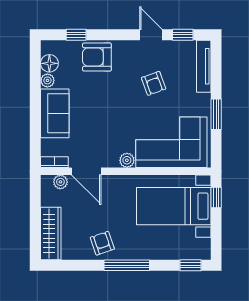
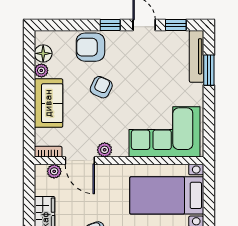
window: (76, 35) -> (110, 25), moved
armchair: (154, 83) -> (101, 87), moved, turned -135
window: (216, 114) -> (209, 70), moved
plant: (127, 160) -> (105, 150), moved
window: (216, 197) -> (209, 187), removed

